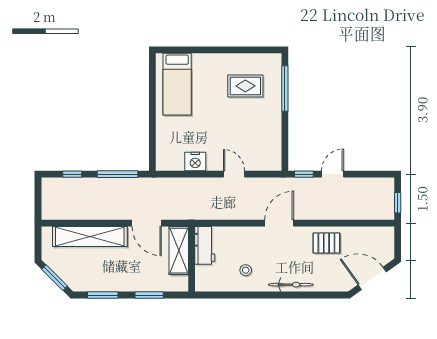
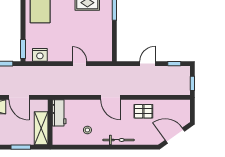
window: (152, 153) -> (23, 49), added
nightstand: (195, 161) -> (40, 55), moved
window: (304, 174) -> (174, 64), moved
door: (279, 223) -> (111, 97), swing flipped
shelving: (179, 251) -> (41, 128), moved

